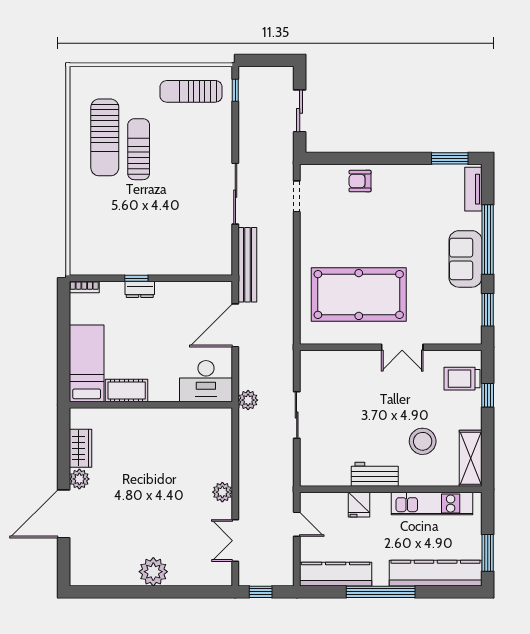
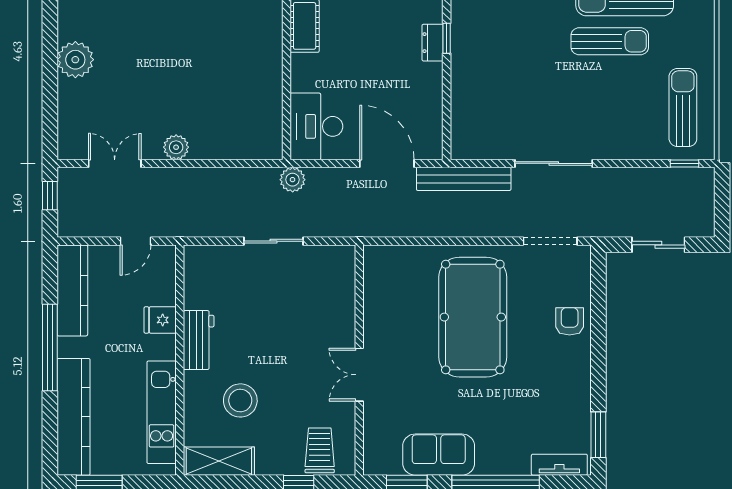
doorway: (297, 196) -> (550, 241), width x1.38
sofa: (465, 259) -> (439, 455), moved
pool table: (359, 295) -> (473, 317), moved

